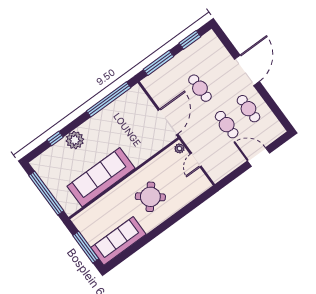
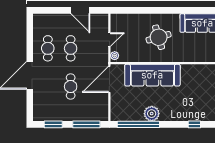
plant: (75, 140) -> (152, 114), moved
door: (258, 157) -> (80, 10), moved
sofa: (101, 177) -> (152, 75), moved
round table: (150, 197) -> (159, 37), turned 35

